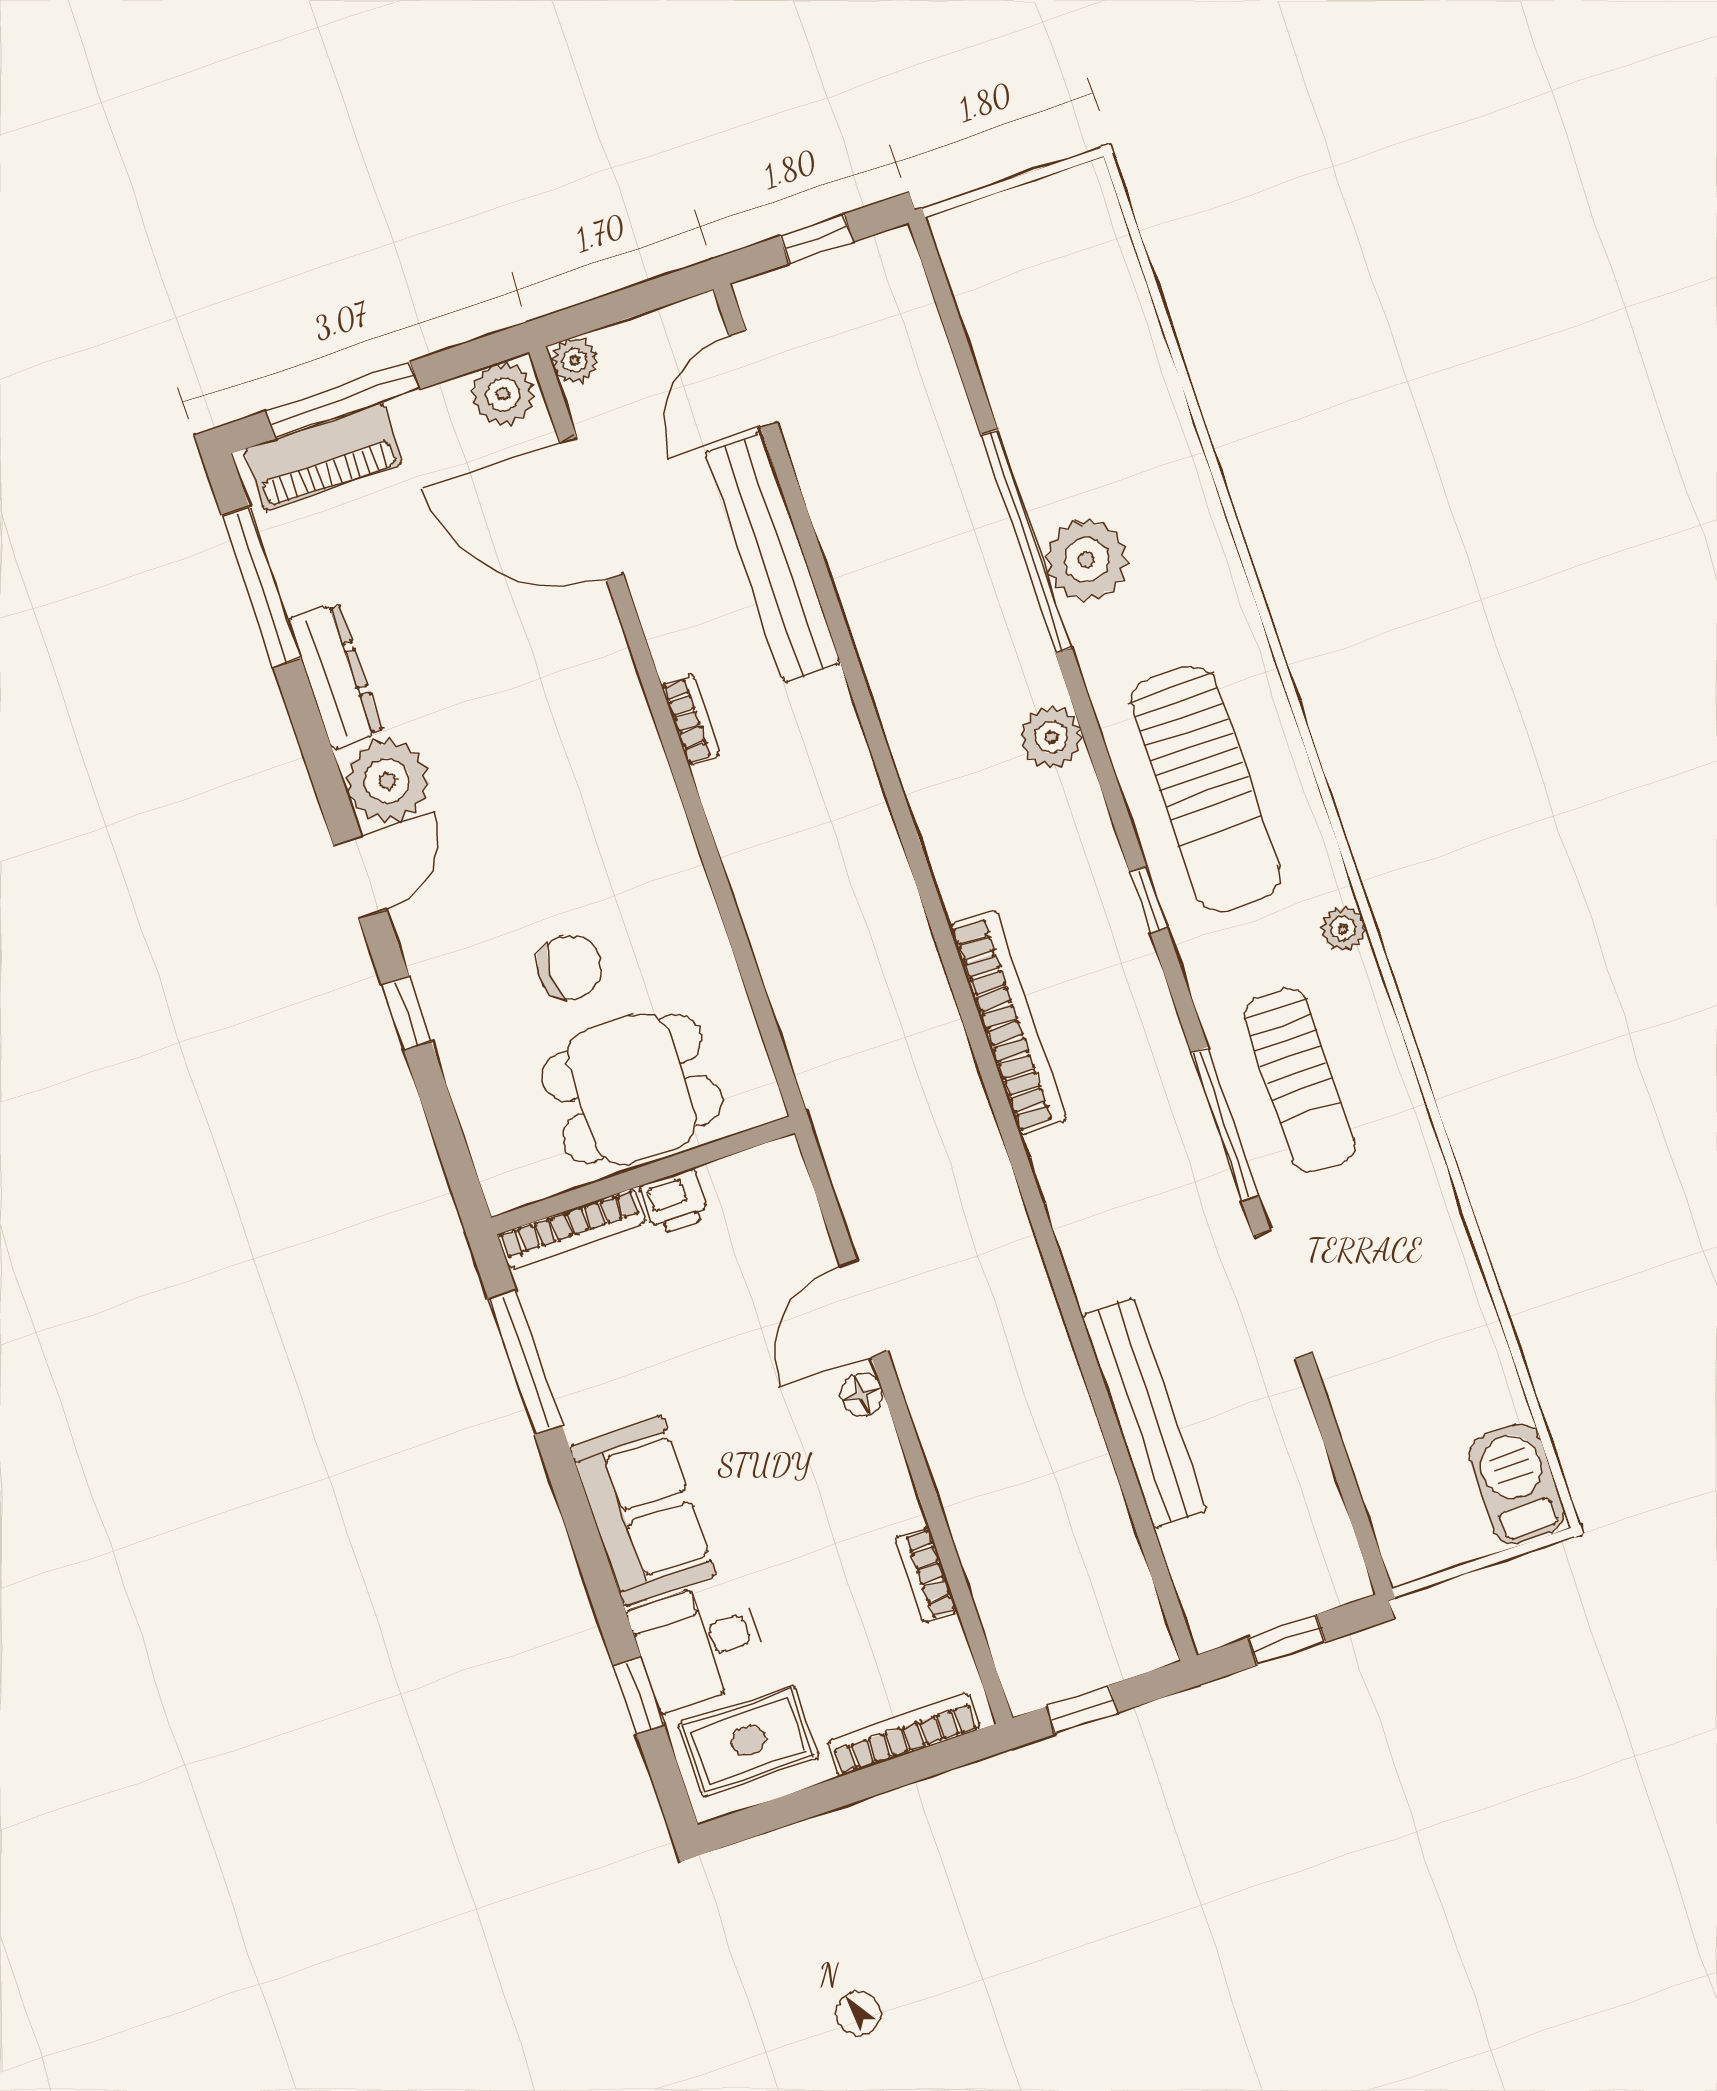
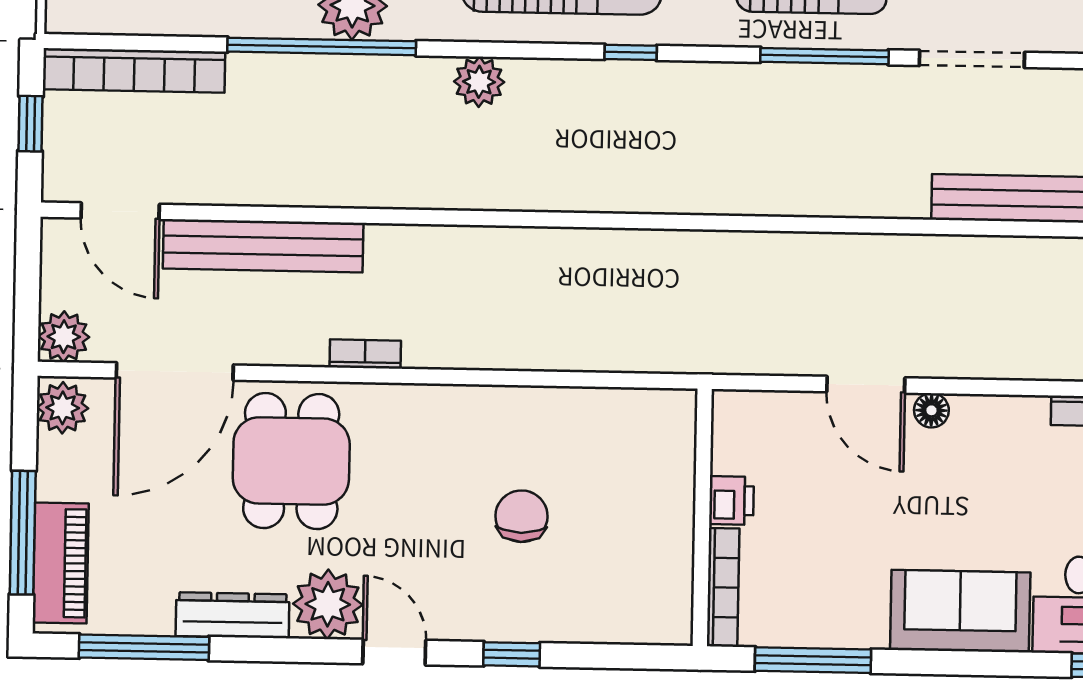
plant: (574, 360) -> (64, 337), width x1.38, depth x1.38
bookcase: (1008, 1023) -> (134, 70), moved, turned 180
dining table: (632, 1089) -> (291, 461), moved

